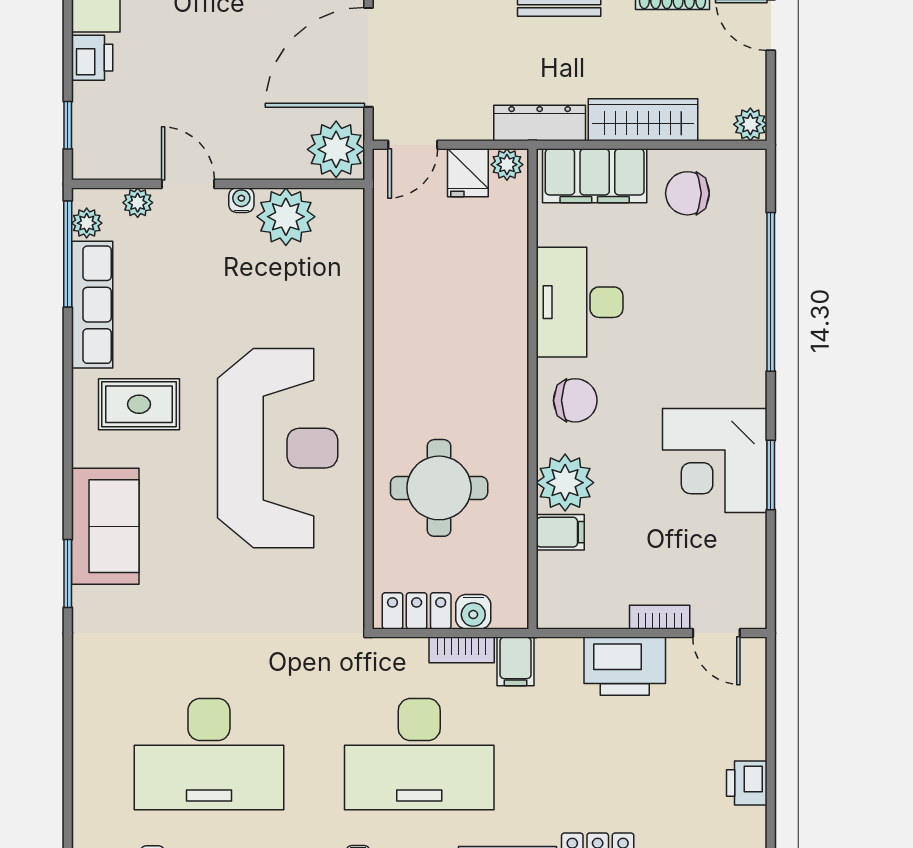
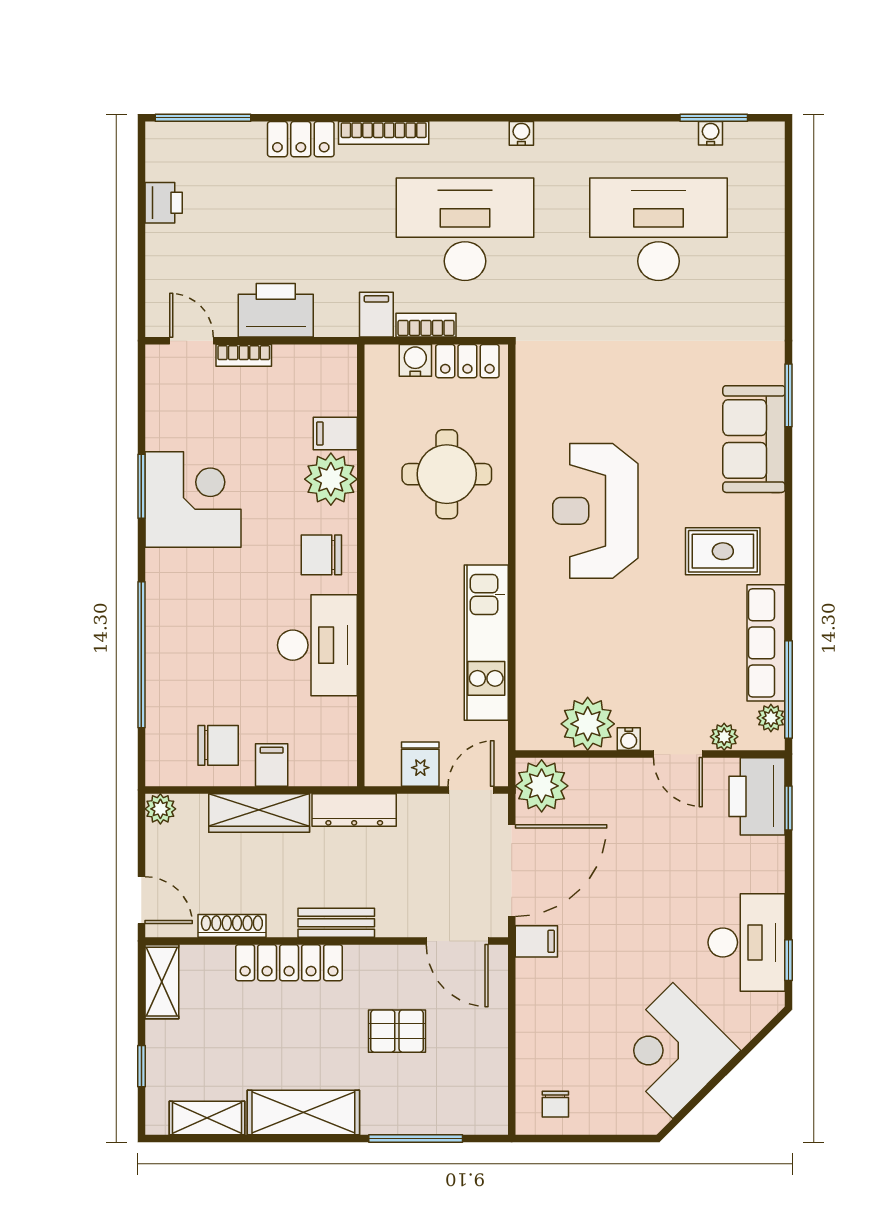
printer: (92, 58) -> (757, 796), moved, width x1.87, depth x1.48
plant: (507, 165) -> (384, 772), removed
filing cabinet: (595, 176) -> (272, 765), width x0.33, depth x0.86
kitchen unit: (396, 305) -> (486, 643), added
reception desk: (278, 448) -> (595, 511), width x0.74, depth x0.77

